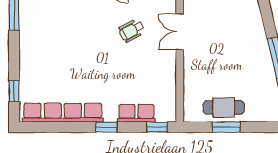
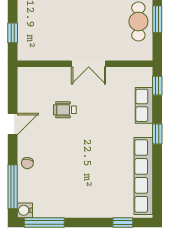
wheelchair: (132, 31) -> (65, 110), turned 118
double door: (180, 32) -> (89, 64), moved

